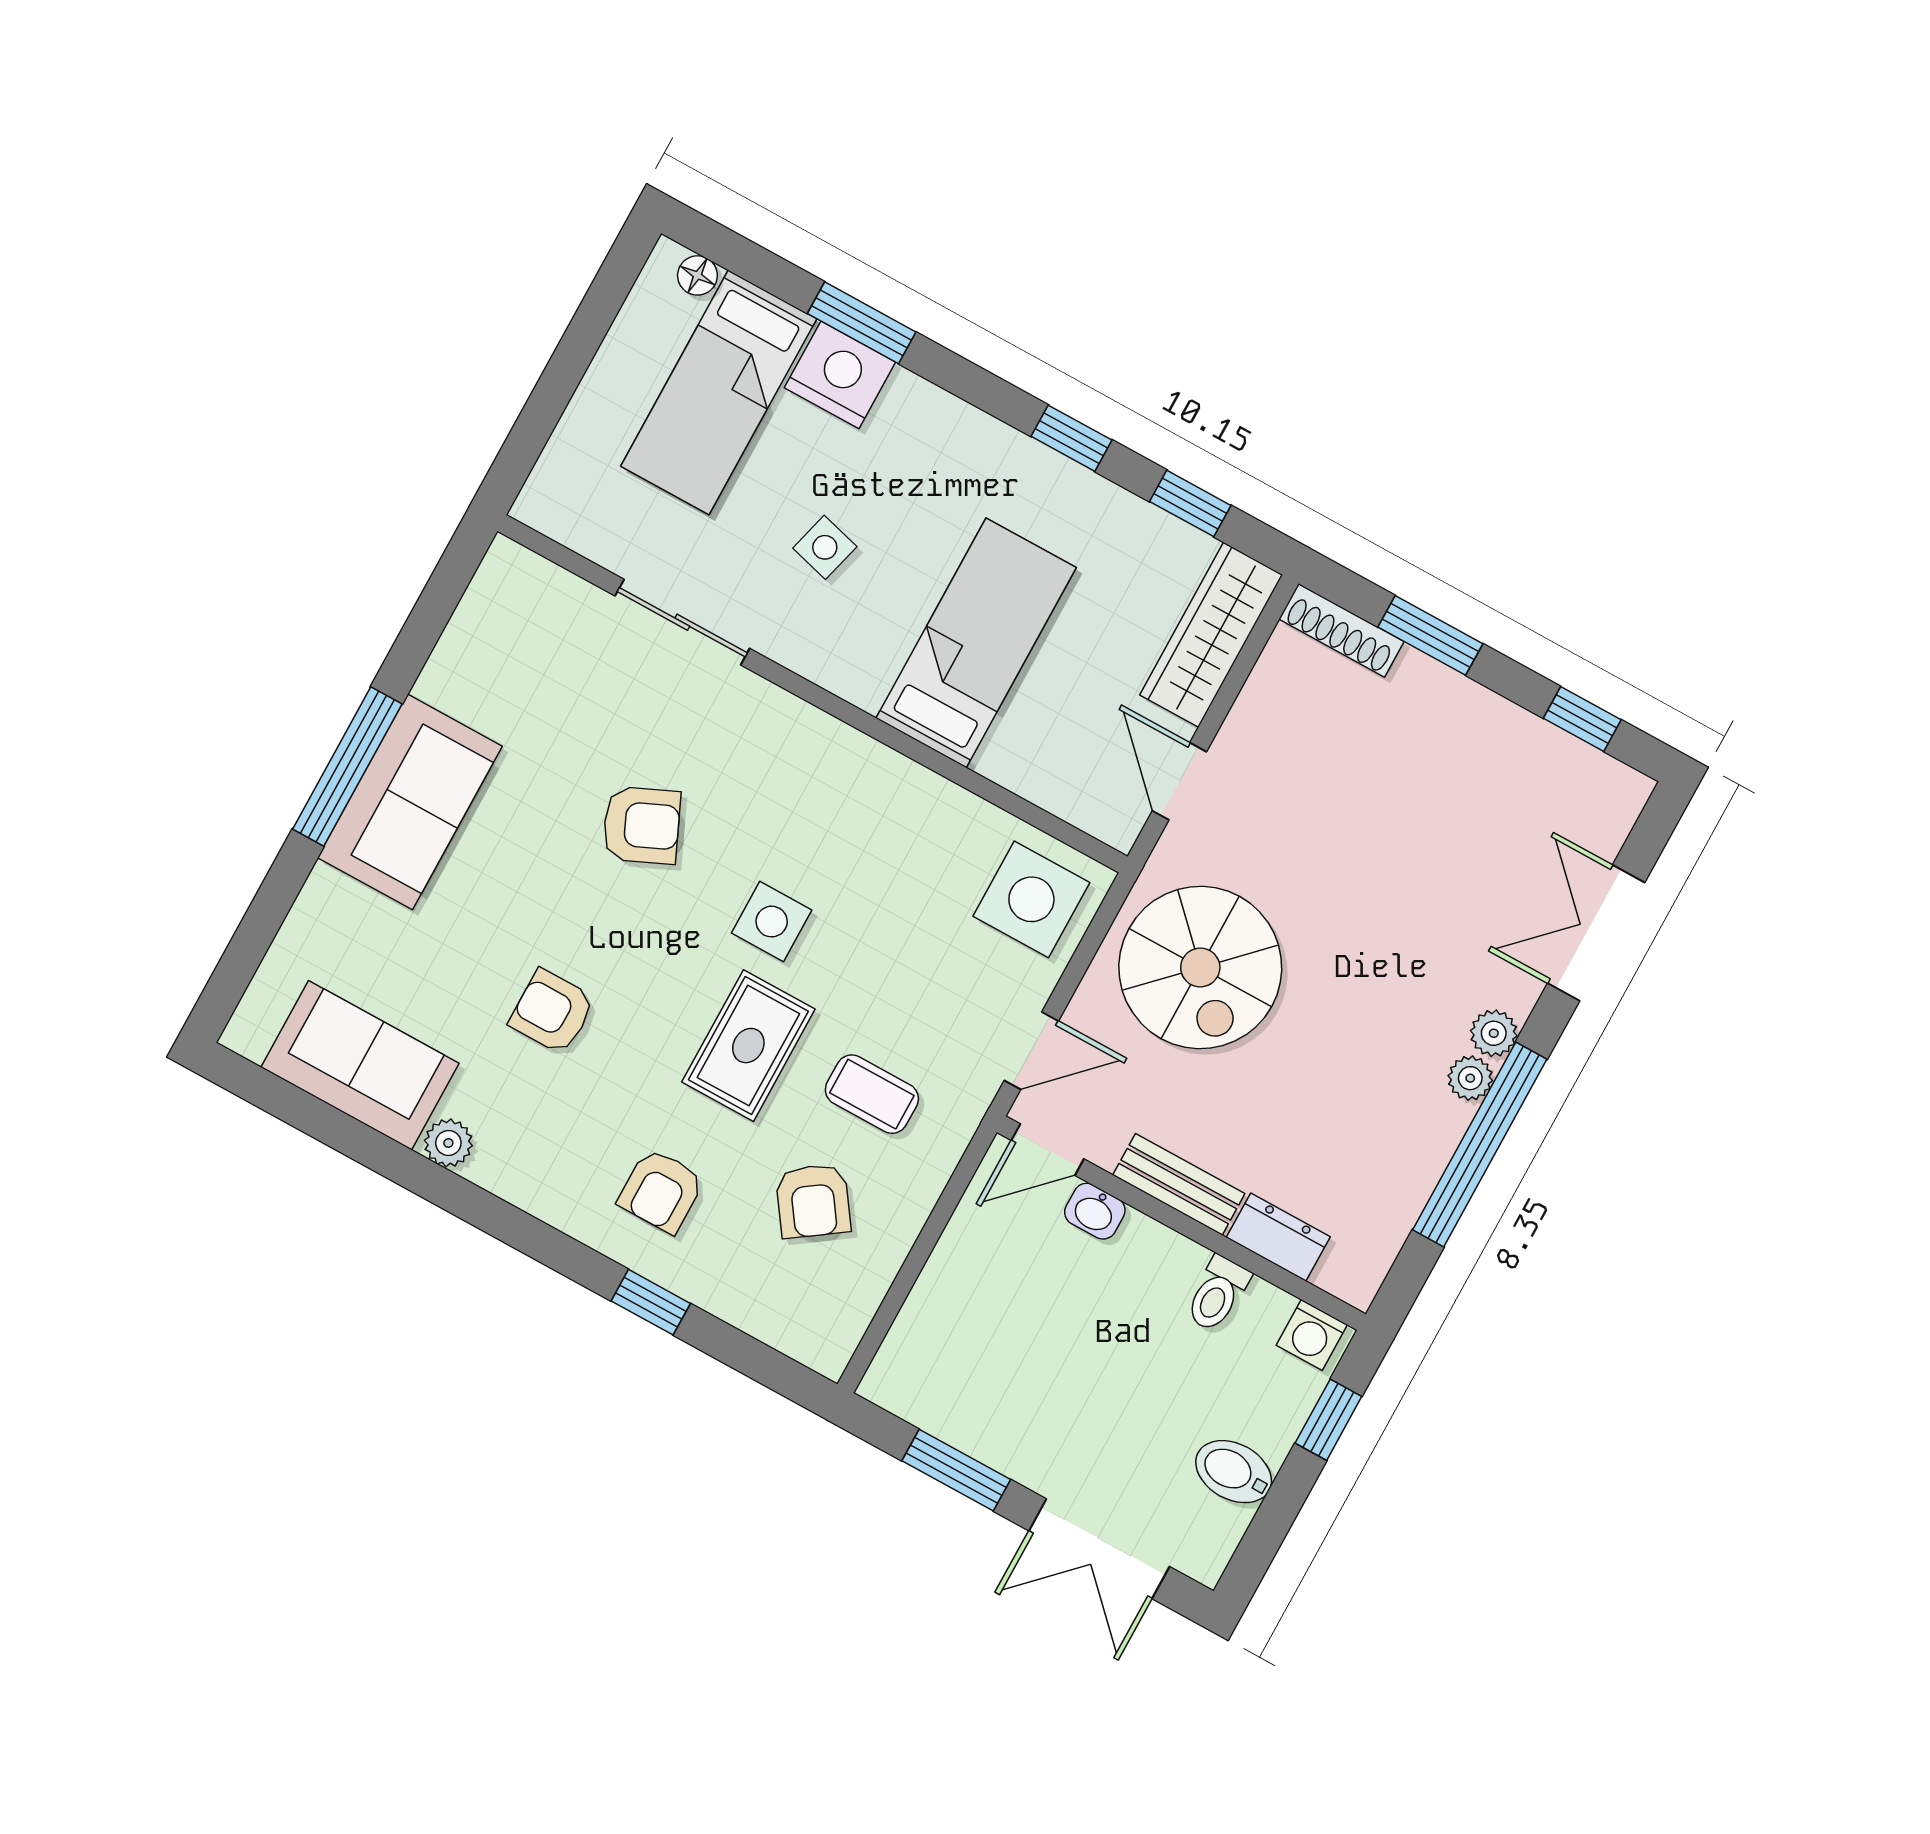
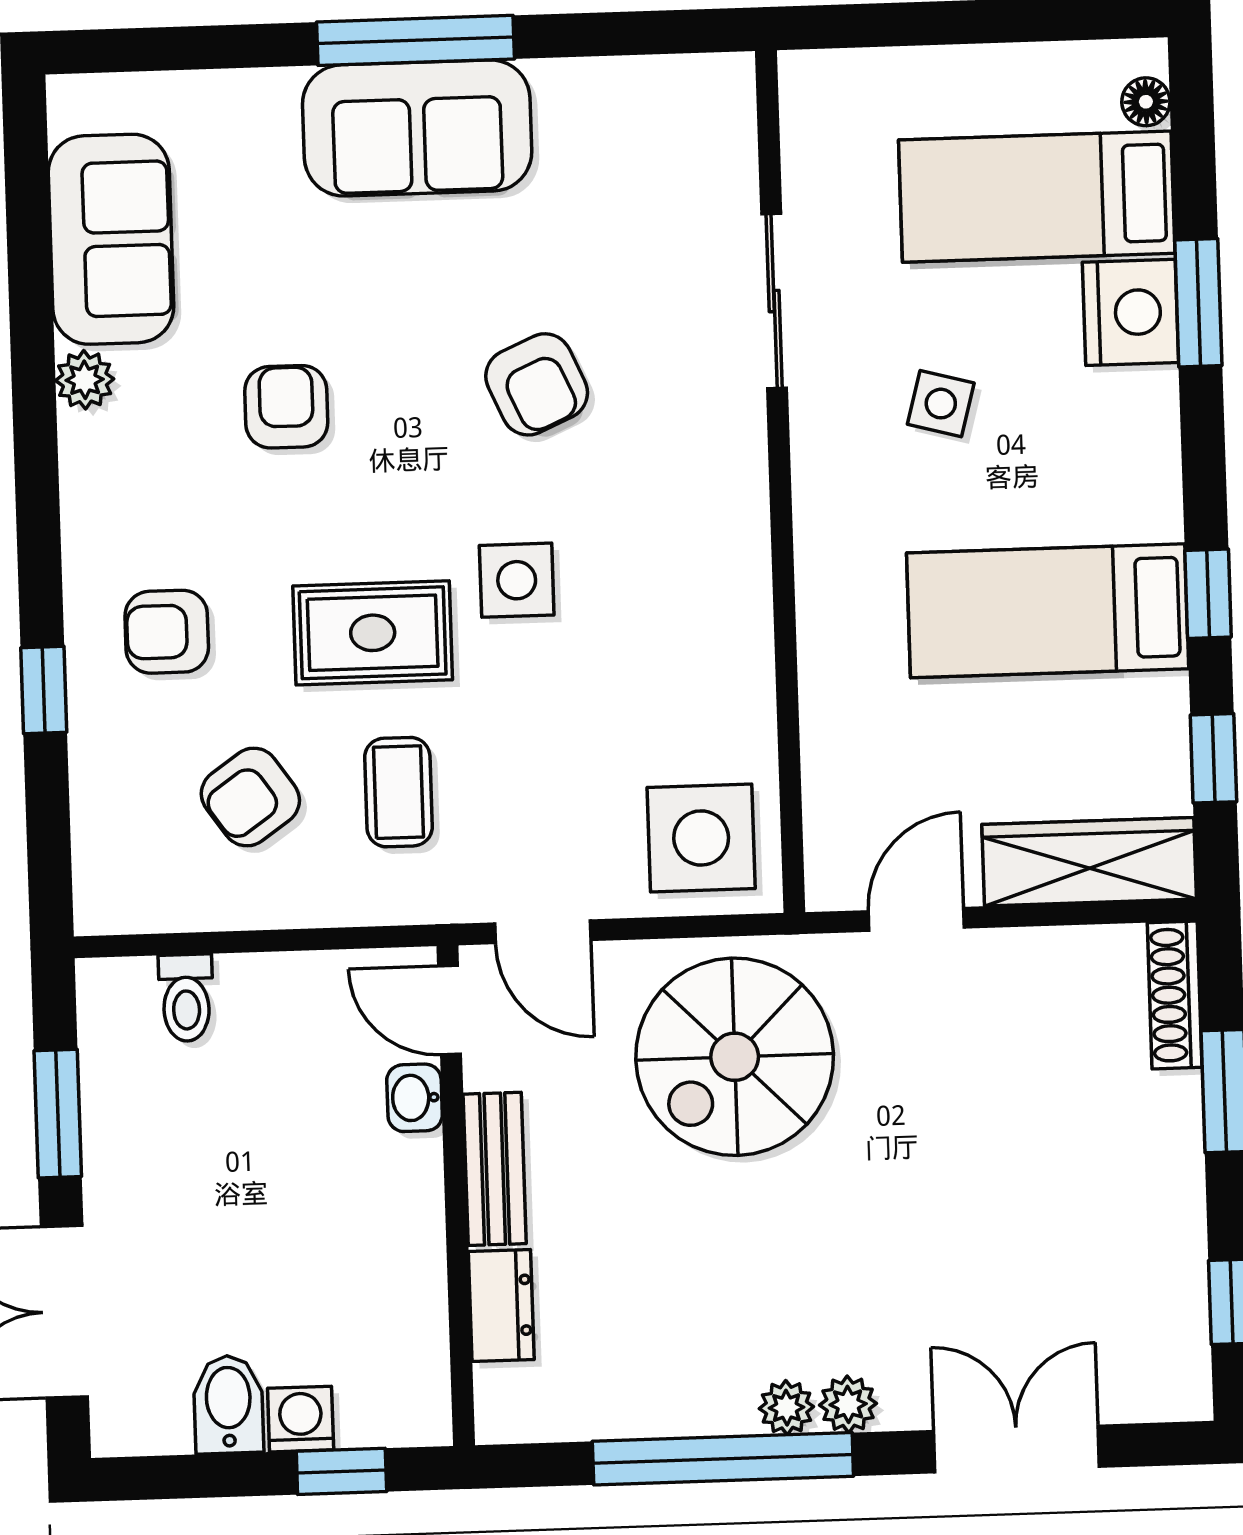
bed: (976, 643) -> (1048, 611), moved, turned 180
toilet: (1217, 1294) -> (186, 998), moved, turned -90
washing machine: (1312, 1335) -> (301, 1419), moved, turned 90

